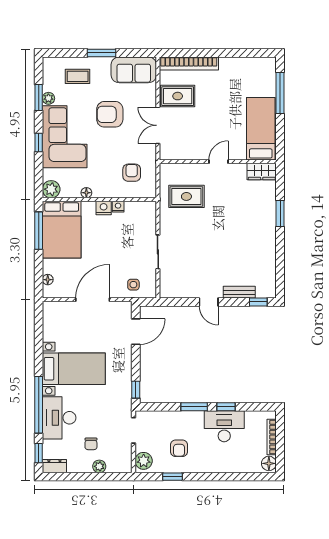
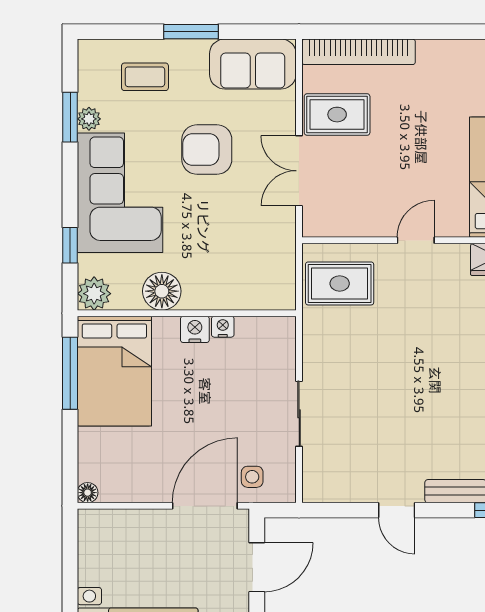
window: (39, 143) -> (70, 245), moved
armchair: (132, 173) -> (249, 262), removed
floor lamp: (86, 193) -> (162, 291), width x1.89, depth x1.89
rug: (186, 196) -> (340, 283), moved
floor lamp: (48, 280) -> (88, 493), moved
door: (93, 300) -> (205, 506), moved

